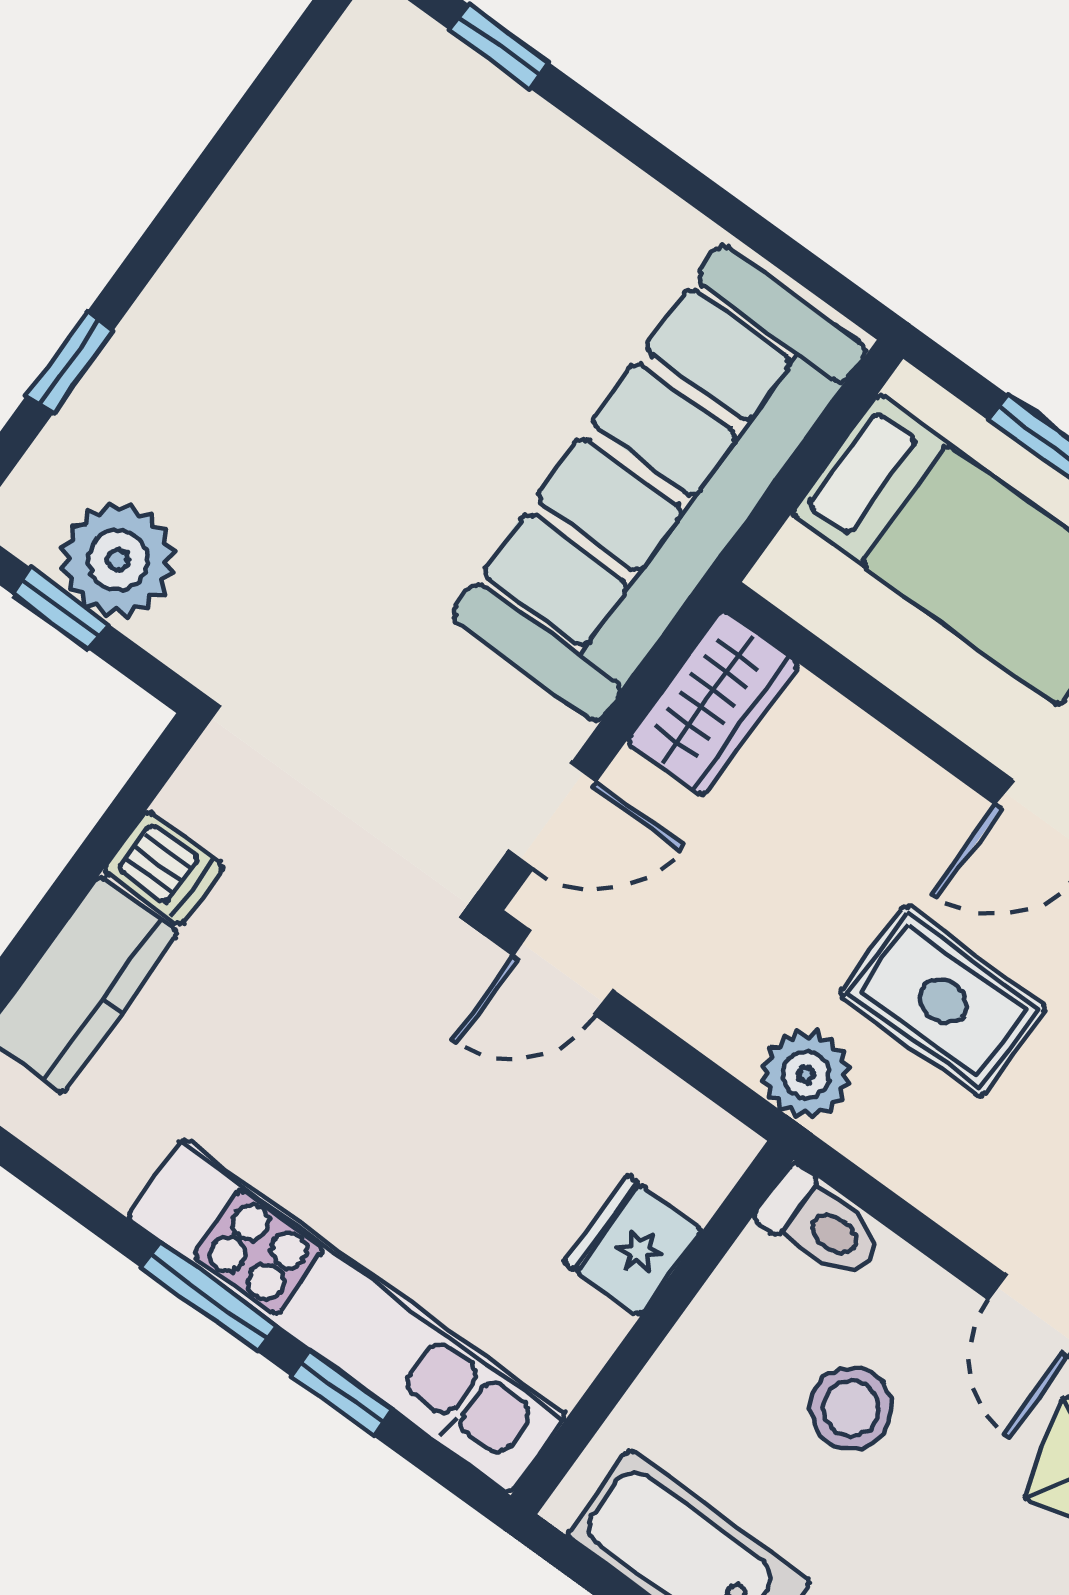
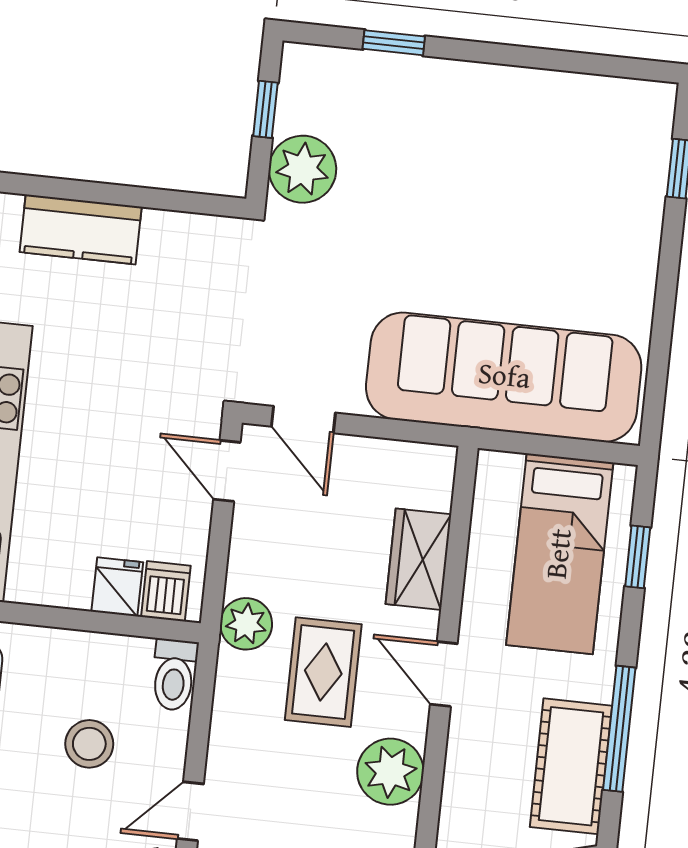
plant: (118, 560) -> (303, 169), moved
wardrobe: (713, 703) -> (418, 559), moved, turned 90
dishwasher: (164, 868) -> (166, 591), moved, turned 180
fridge: (633, 1246) -> (117, 587), width x0.72

